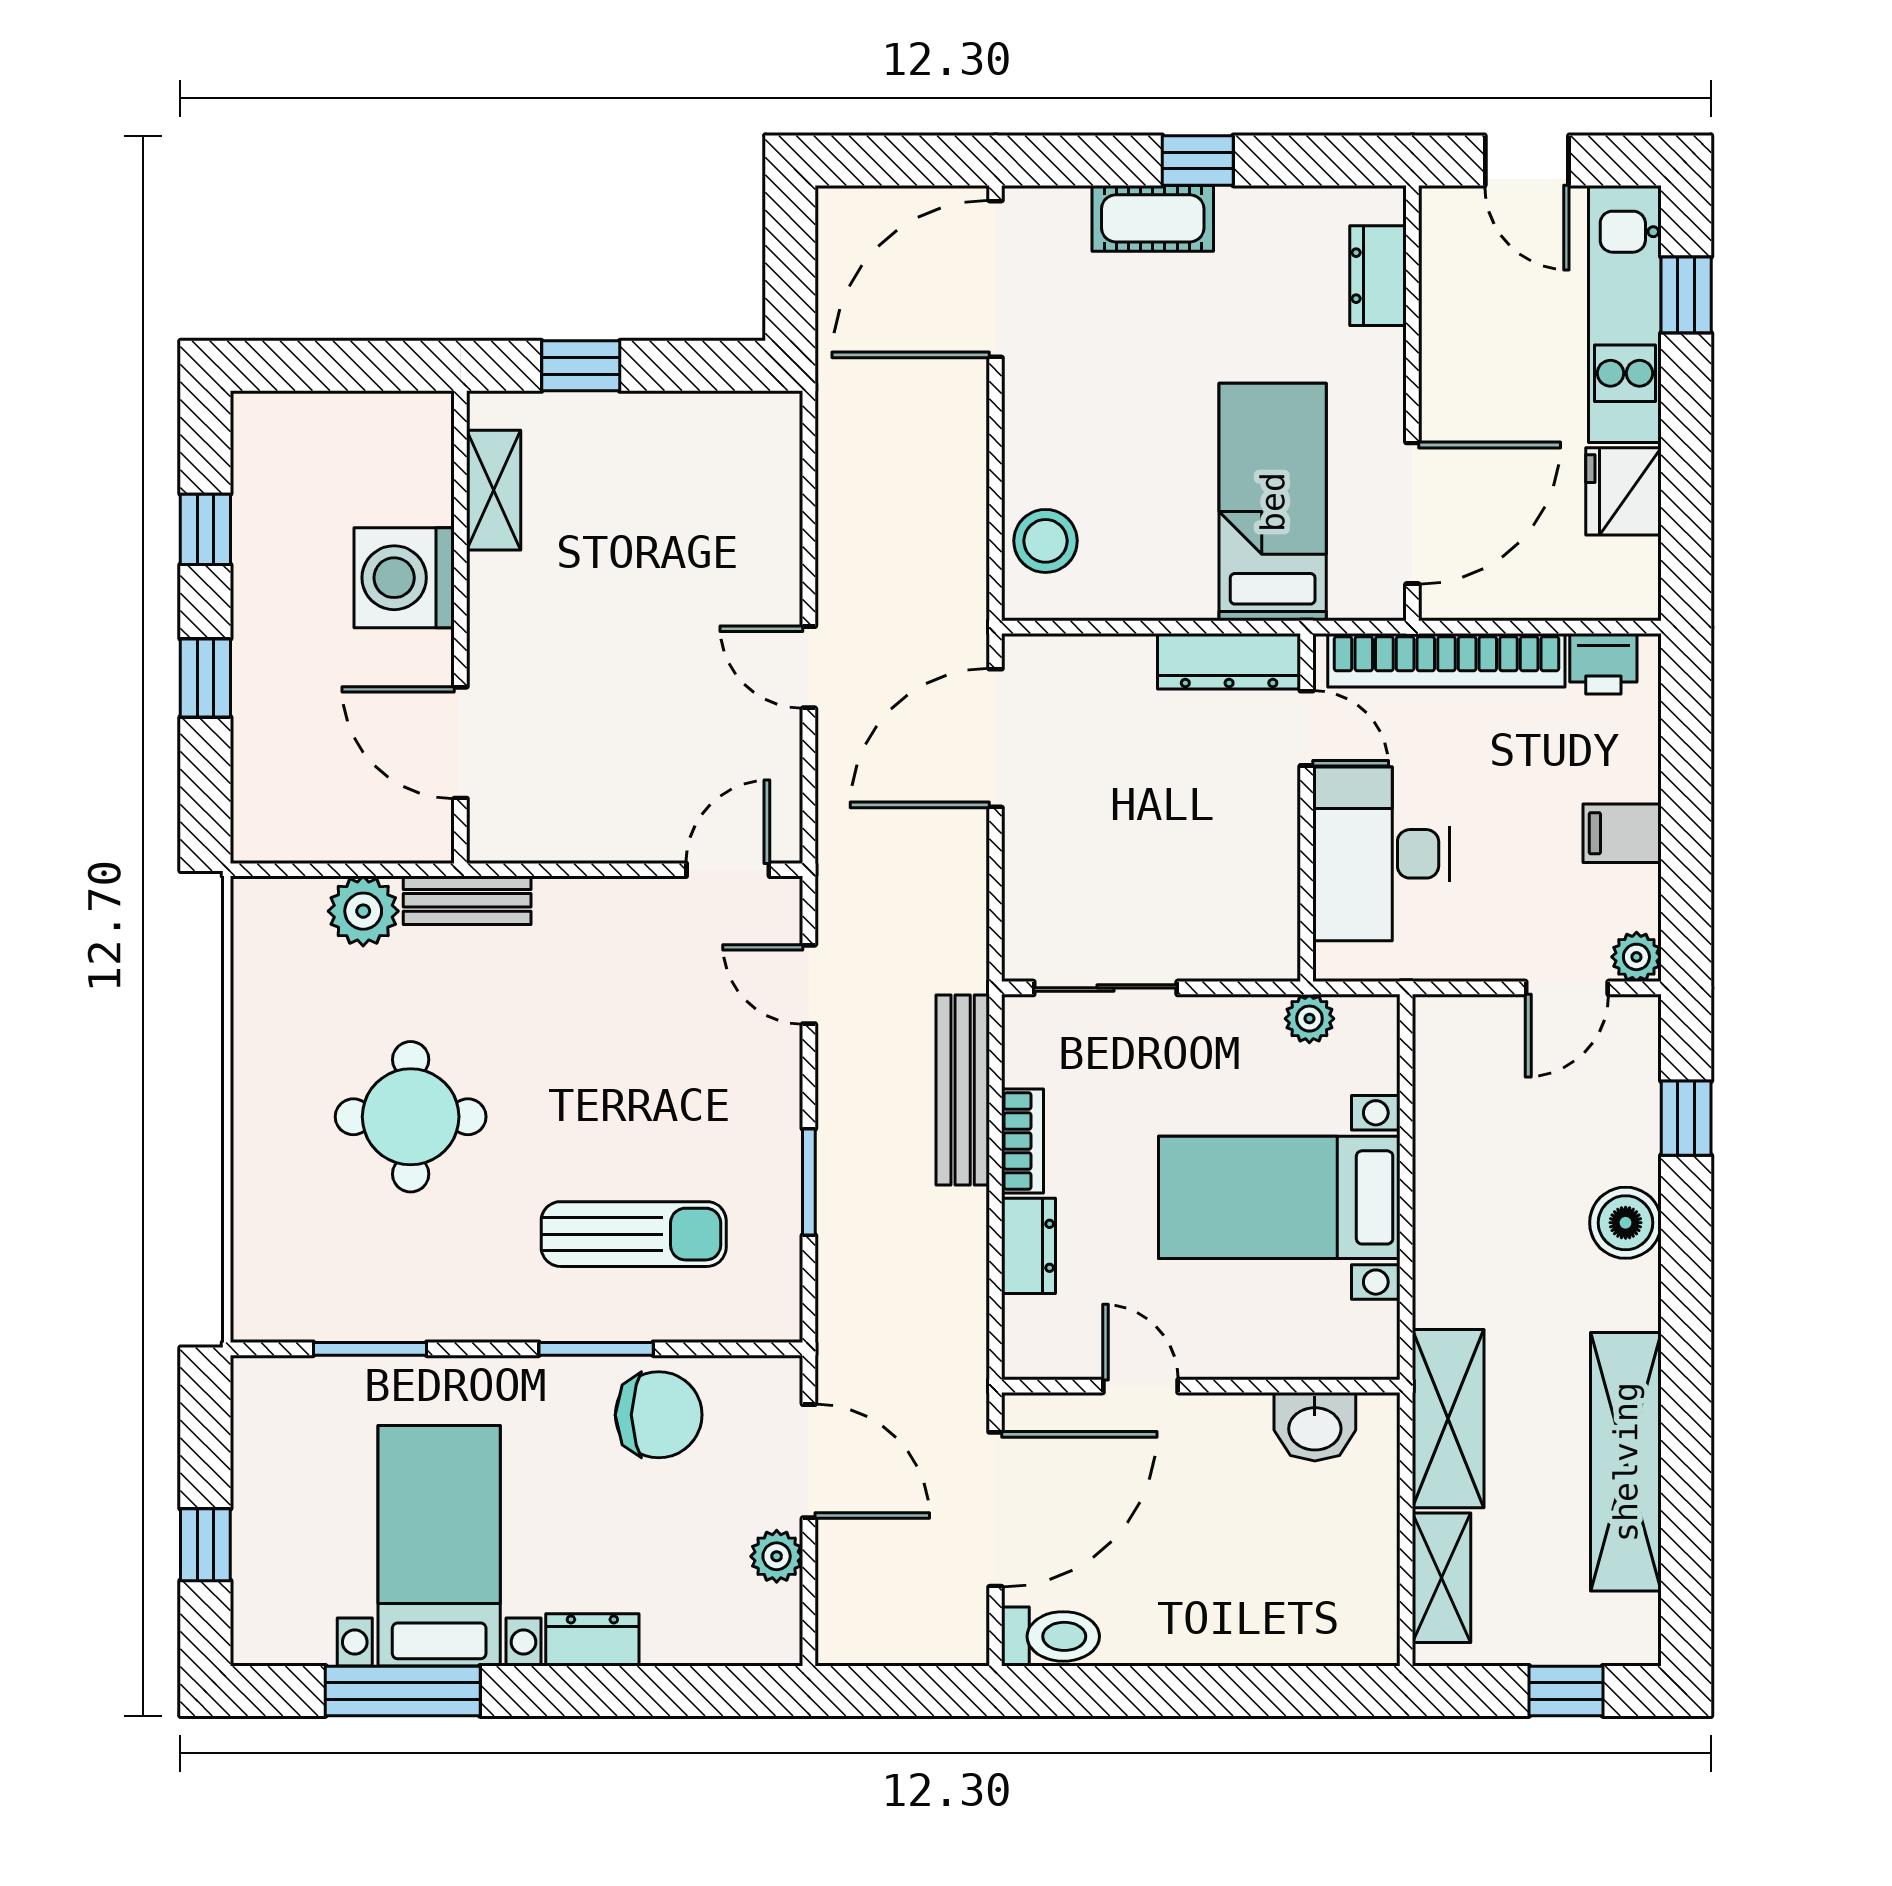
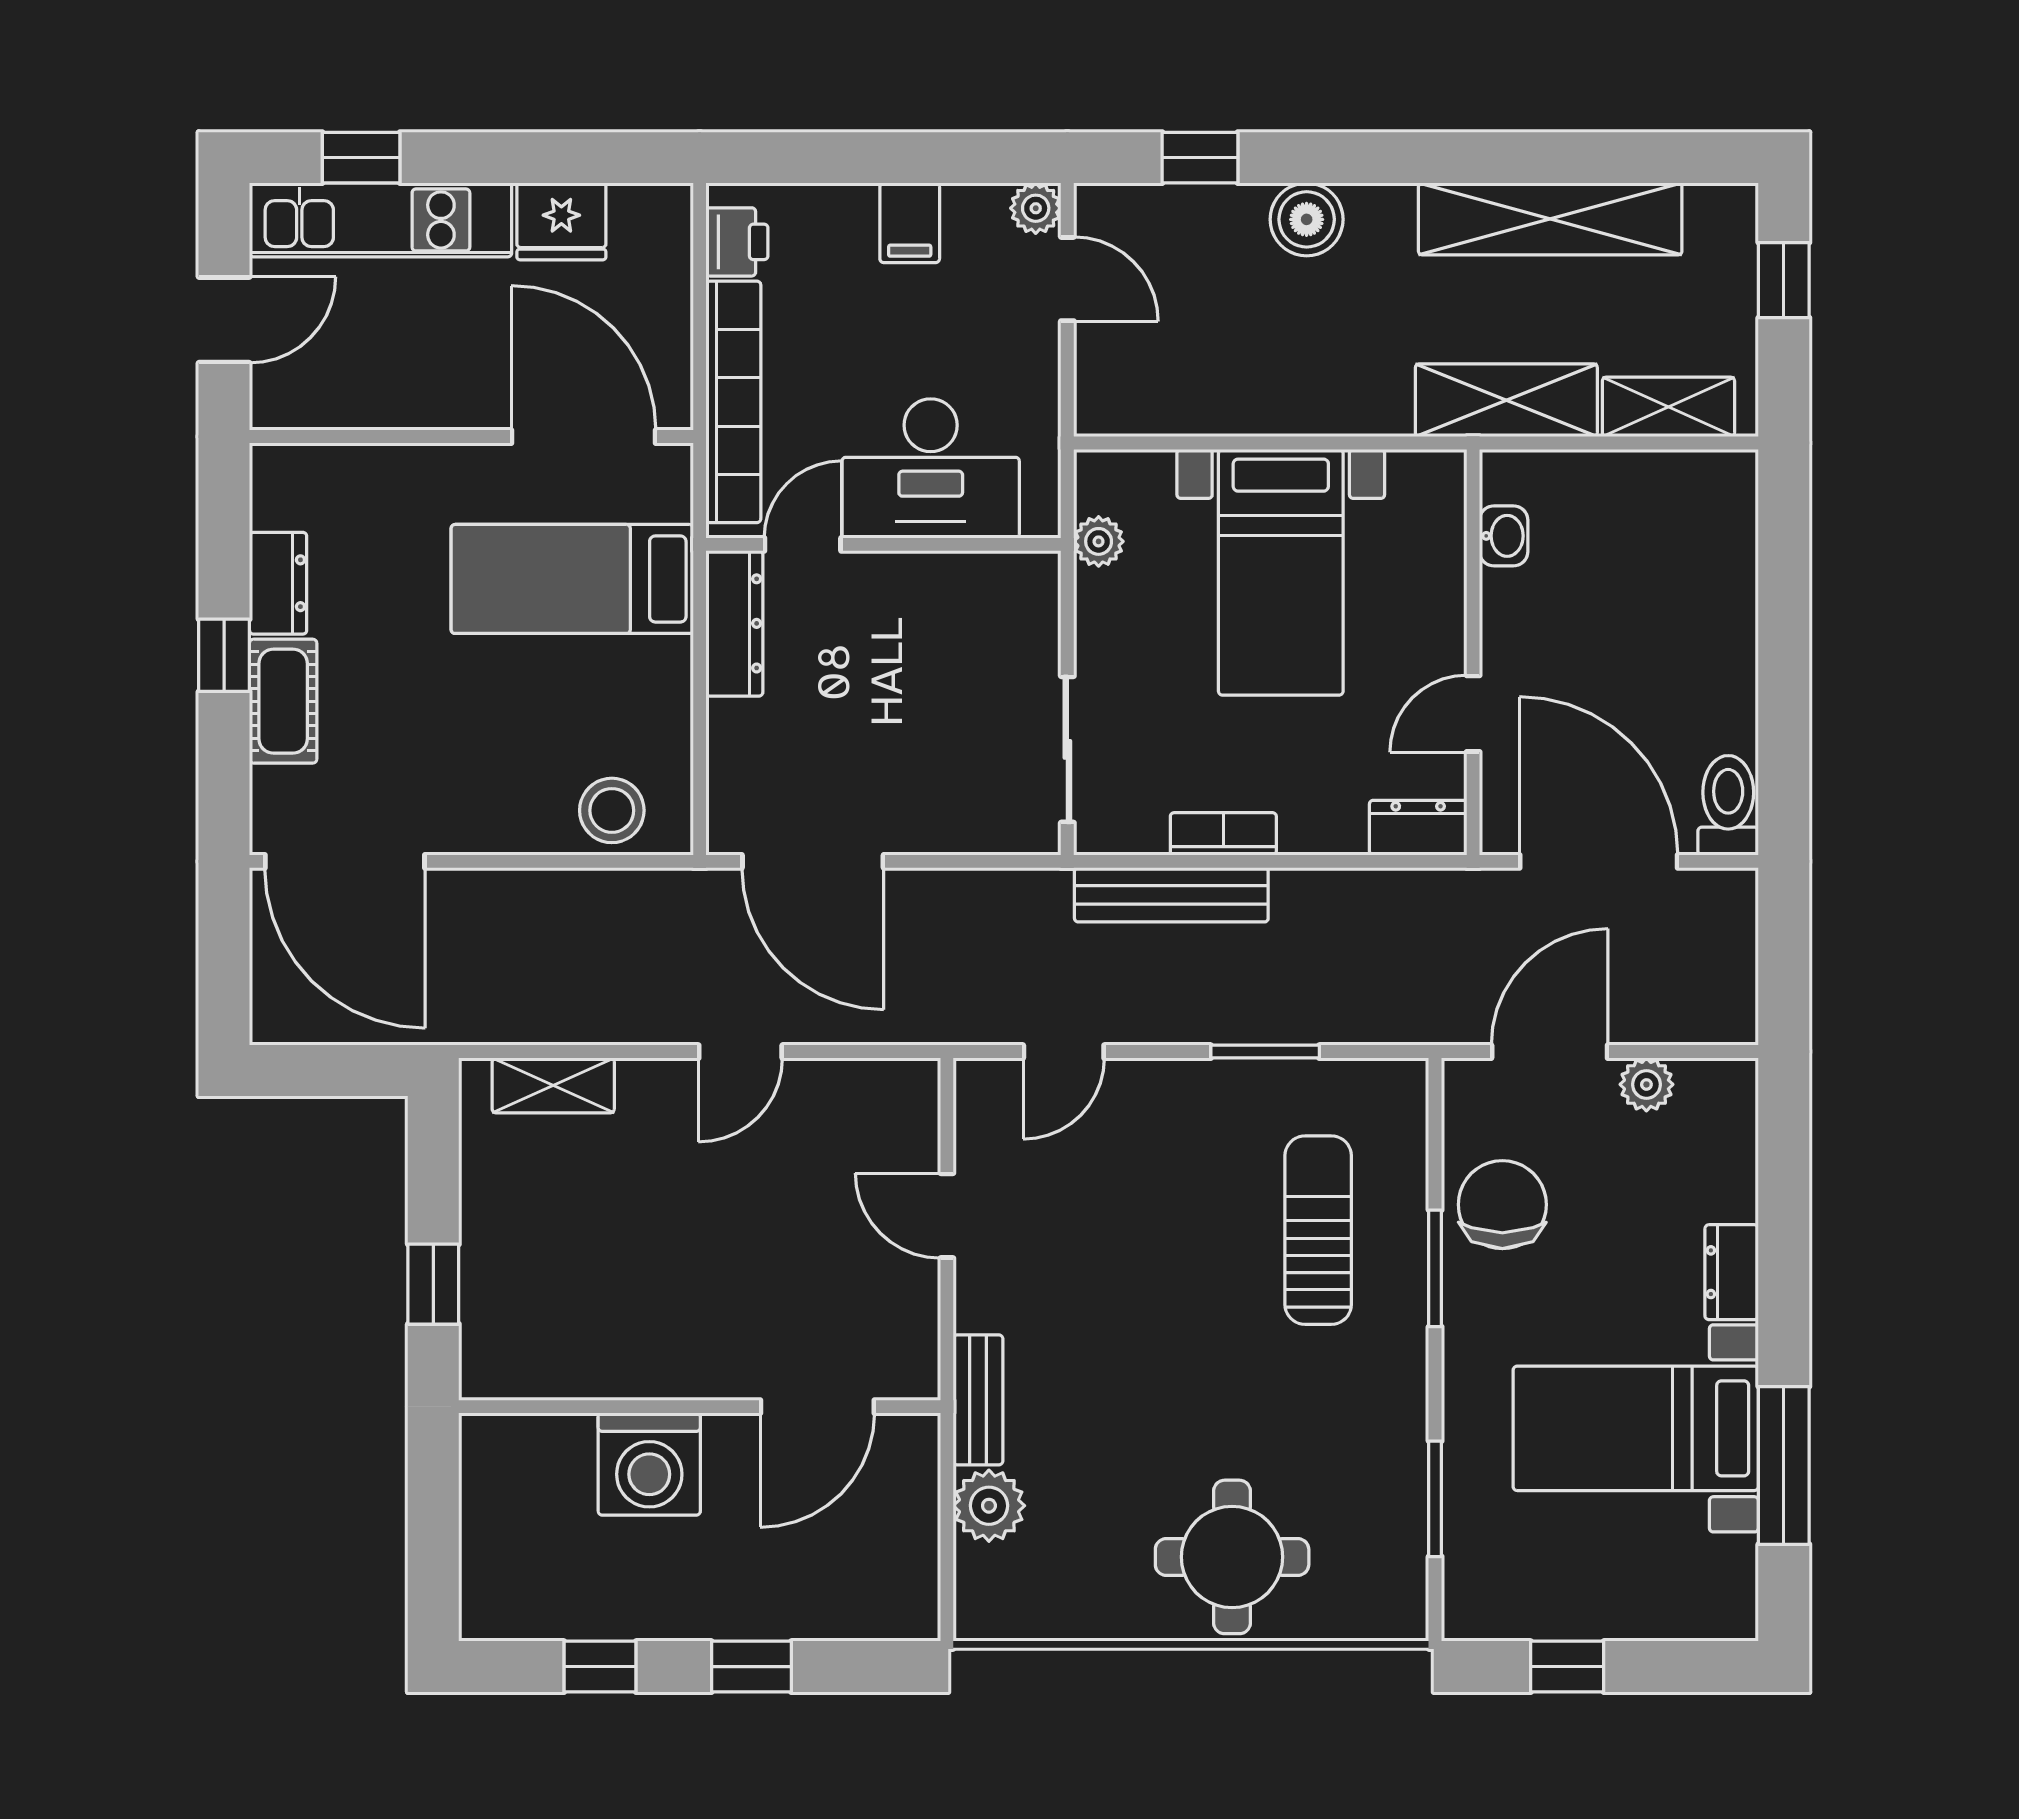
dresser: (1378, 276) -> (278, 583), moved, turned -90
shelving: (494, 490) -> (553, 1085), moved
door: (728, 870) -> (947, 1216), moved
round table: (411, 1117) -> (1232, 1557), moved
dresser: (1029, 1246) -> (1418, 828), moved
washbasin: (1315, 1427) -> (1504, 536), width x0.72, depth x0.69
window: (205, 1545) -> (1567, 1667), moved

